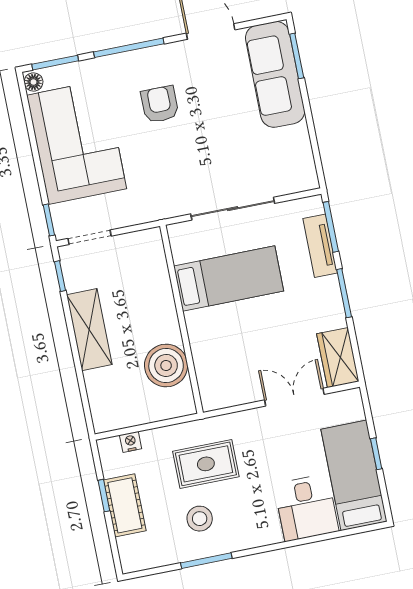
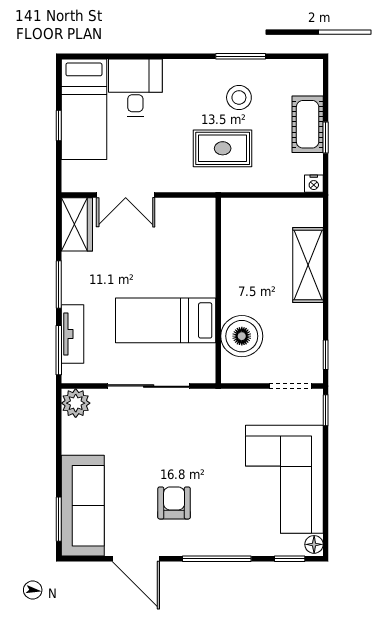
window: (55, 63) -> (290, 559), width x0.67
armchair: (160, 104) -> (174, 503), moved, turned 180
plant: (303, 177) -> (76, 403), added
shelving: (89, 330) -> (308, 265), moved
boiler: (166, 365) -> (242, 336), moved
nightstand: (131, 442) -> (314, 184), moved

